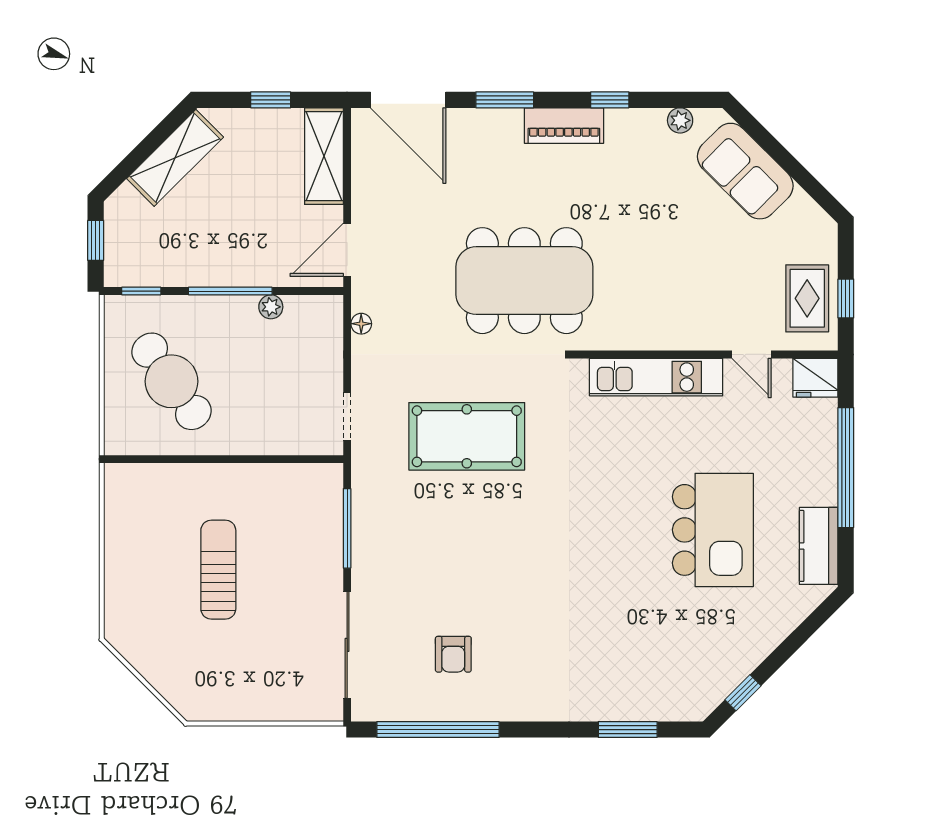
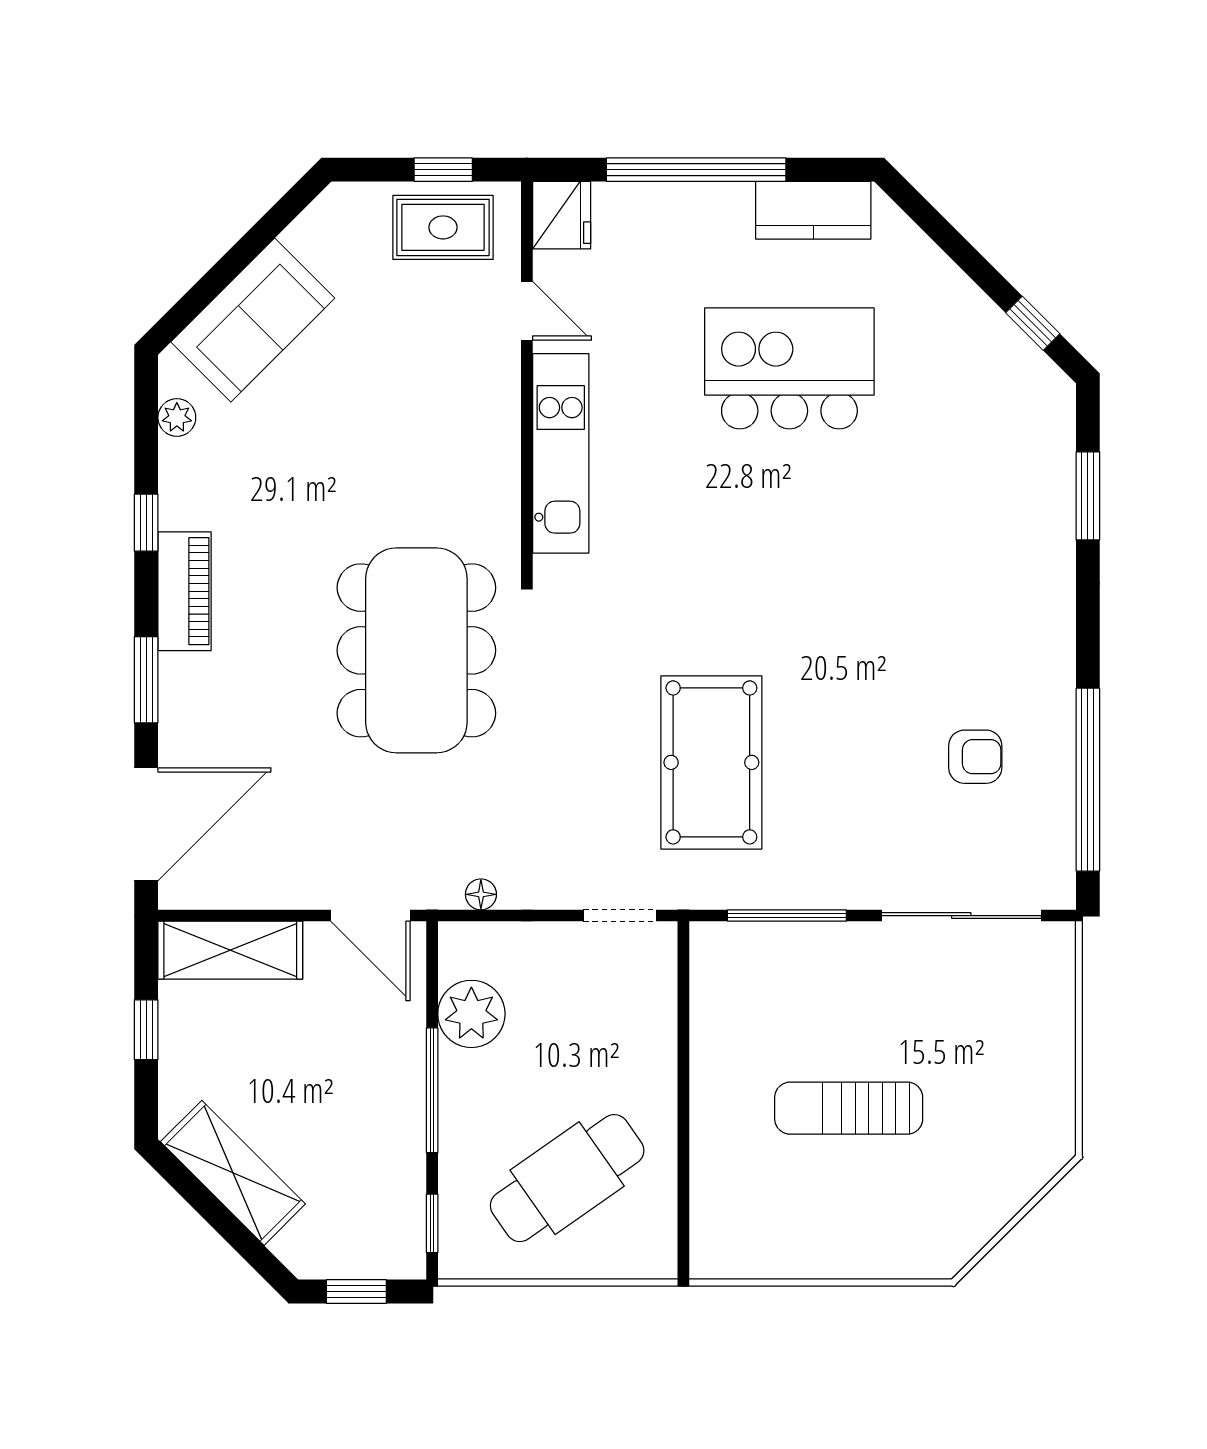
plant: (271, 307) -> (471, 1014), width x1.88, depth x1.88
door: (751, 354) -> (527, 311), hinge flipped
pool table: (467, 436) -> (711, 762), moved

